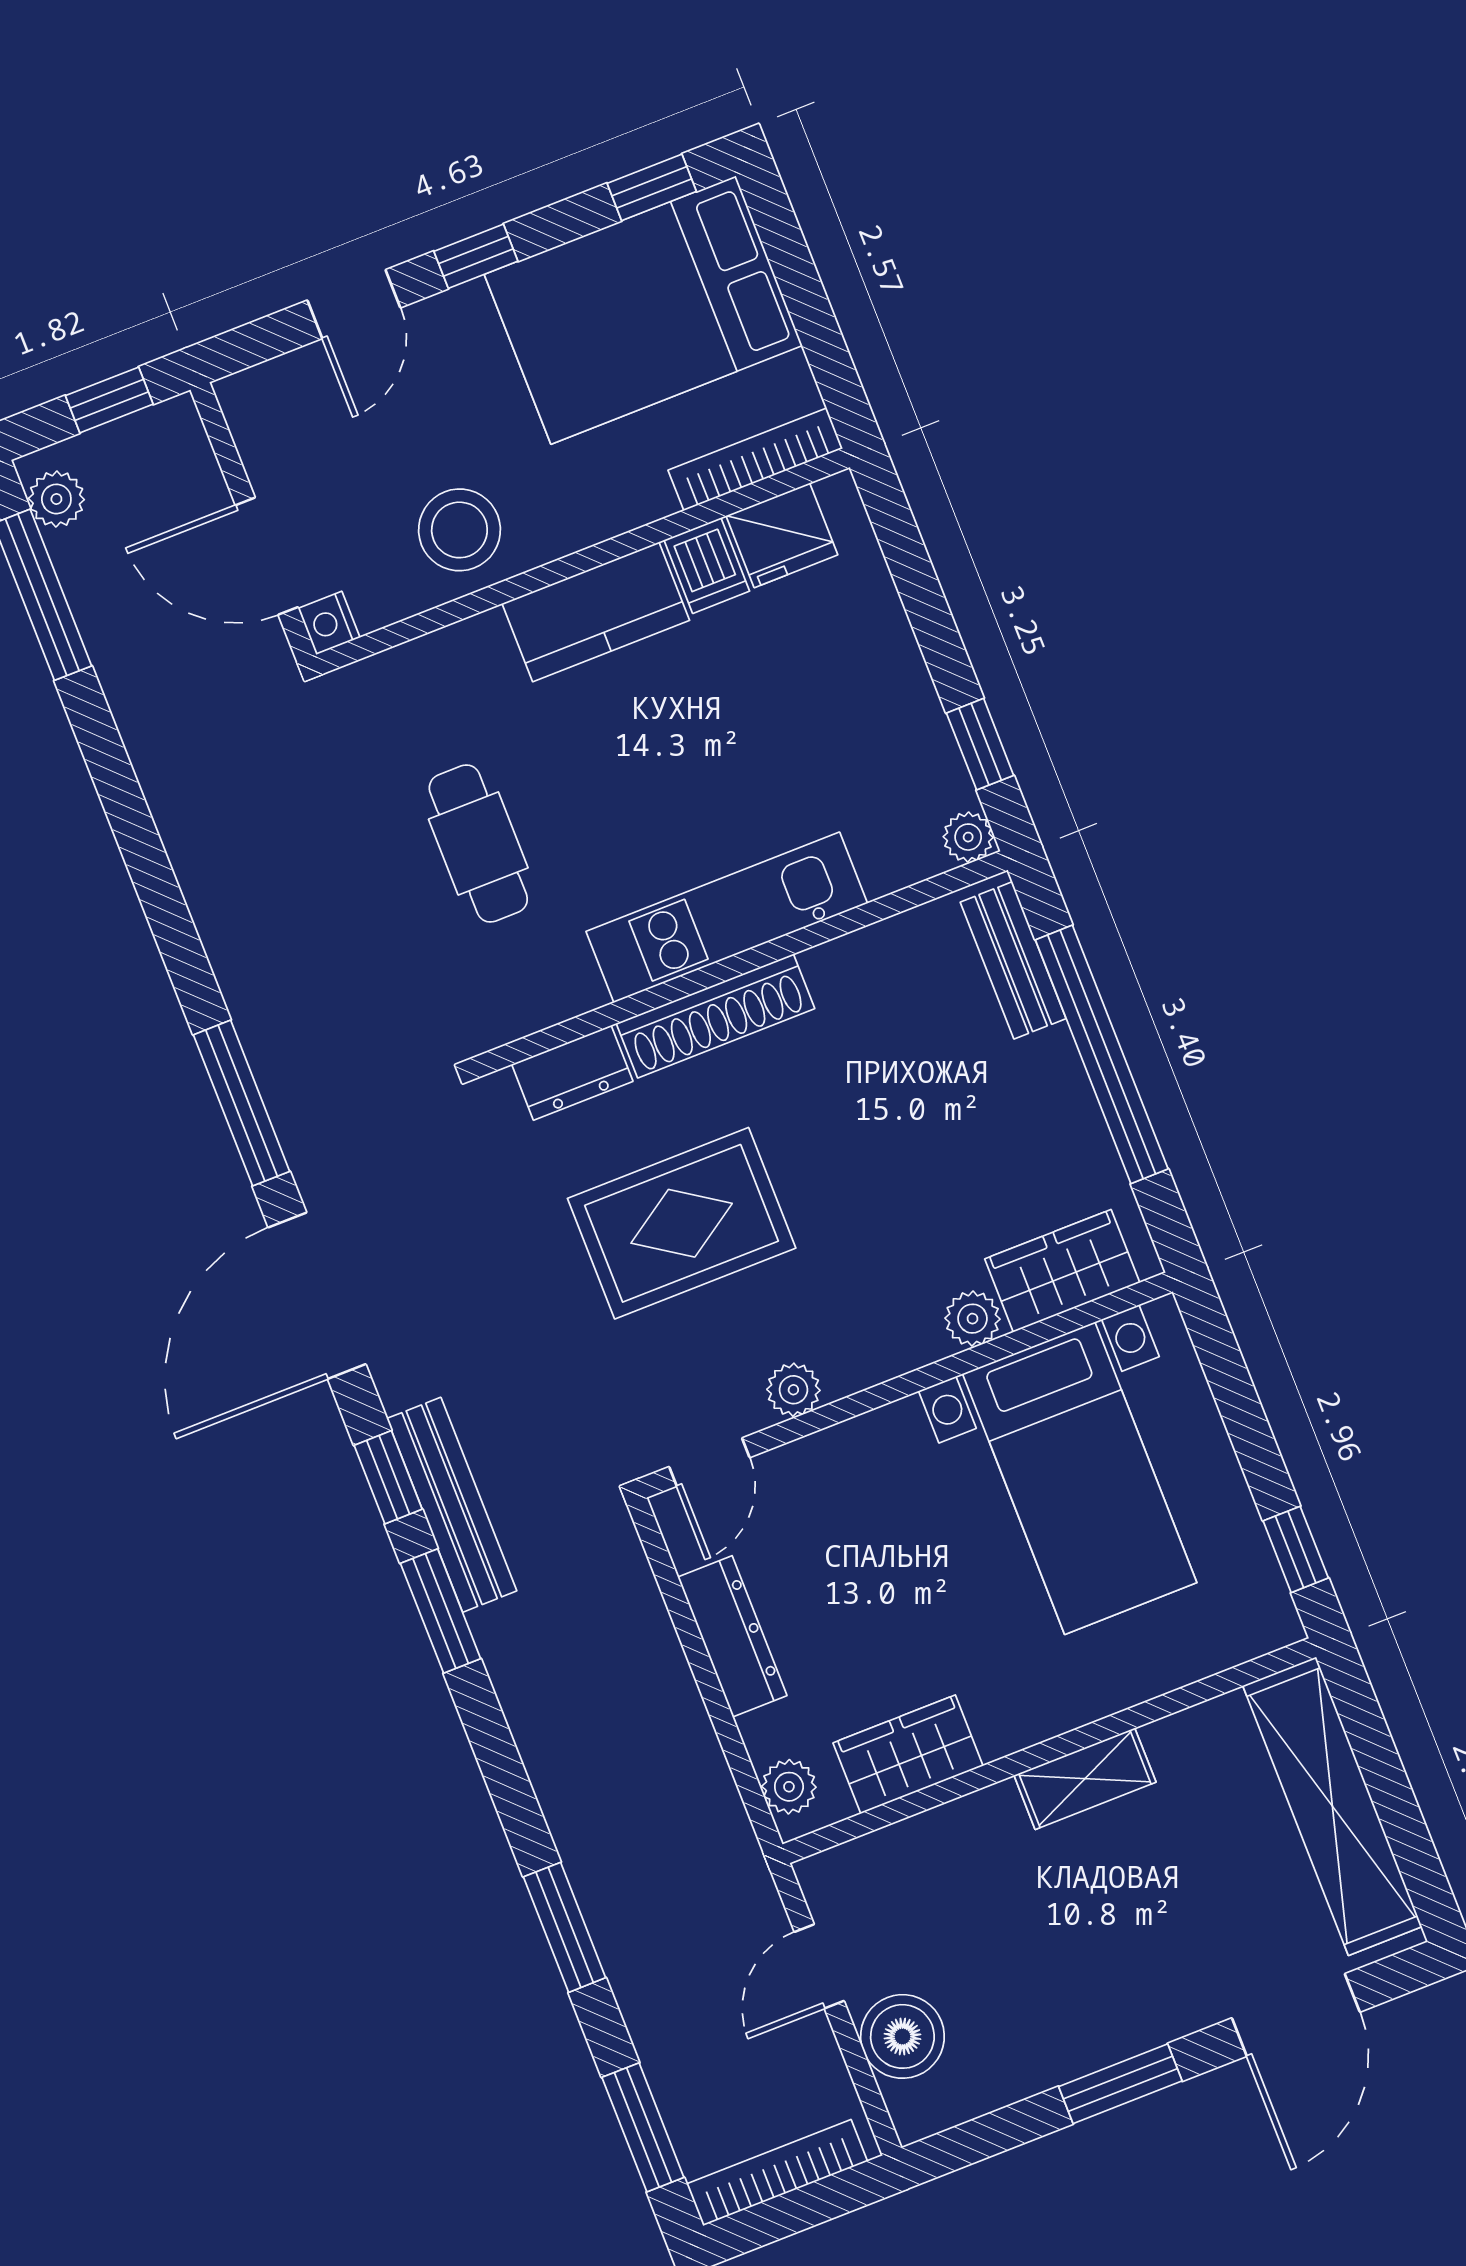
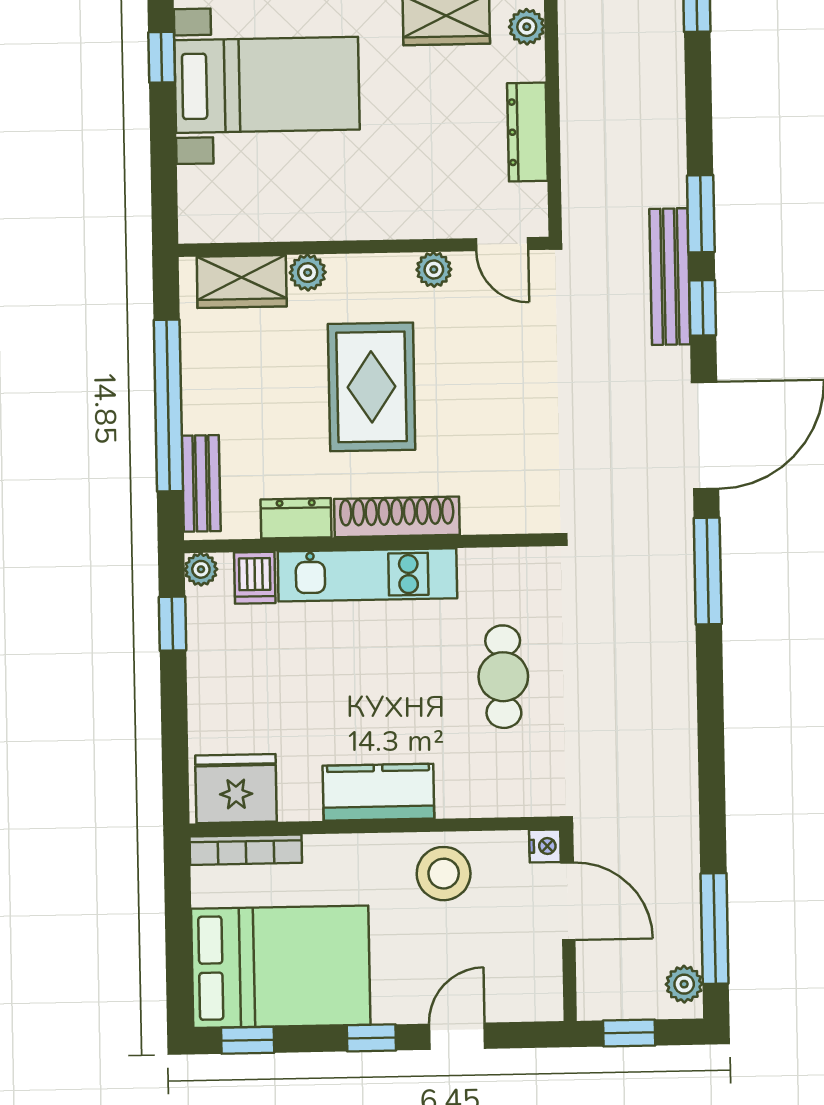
fridge: (782, 535) -> (236, 789), width x1.36, depth x1.34
dishwasher: (707, 566) -> (255, 578), moved, turned 180
dresser: (572, 1073) -> (296, 518), moved
rug: (682, 1223) -> (372, 387), moved, turned 90
door: (709, 1462) -> (502, 244), swing flipped
bed with nightstands: (1080, 1478) -> (267, 85), moved, turned 90

